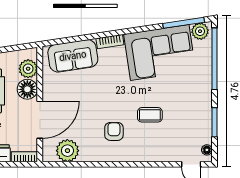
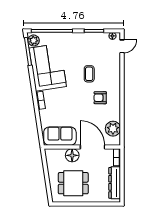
sofa: (73, 56) -> (60, 136), moved, turned -82
plant: (28, 69) -> (58, 155), removed

